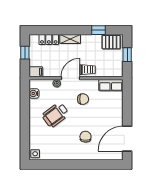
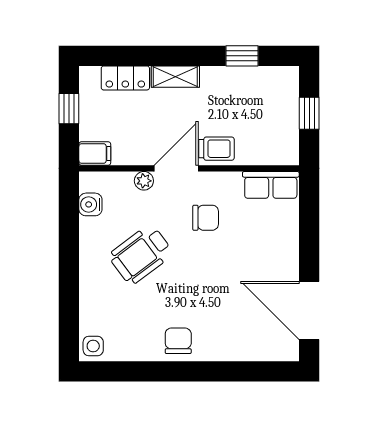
pallet: (111, 42) -> (271, 84), removed
chair: (85, 137) -> (178, 341), moved
door: (127, 139) -> (309, 311), hinge flipped

